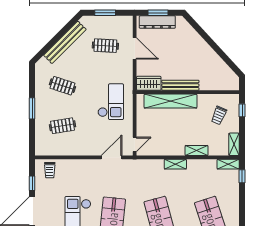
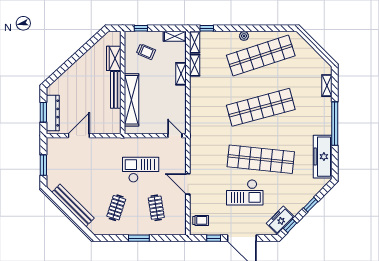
clothes rail: (105, 46) -> (76, 165), removed
wardrobe: (149, 83) -> (114, 58), moved
checkout: (111, 102) -> (141, 170), moved
door: (112, 157) -> (188, 184), moved
shelving: (175, 164) -> (195, 65), moved
plant: (234, 214) -> (244, 36), added

